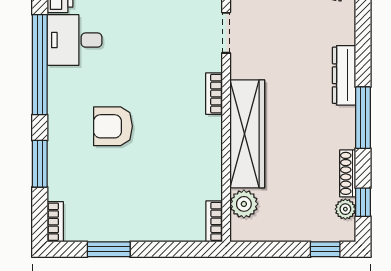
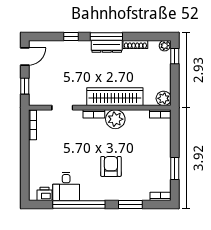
dresser: (344, 75) -> (107, 46), moved
armchair: (113, 126) -> (111, 166), turned 180
plant: (204, 135) -> (115, 119), added
window: (363, 202) -> (71, 37), moved
plant: (244, 204) -> (164, 98), moved
plant: (345, 209) -> (165, 46), moved

